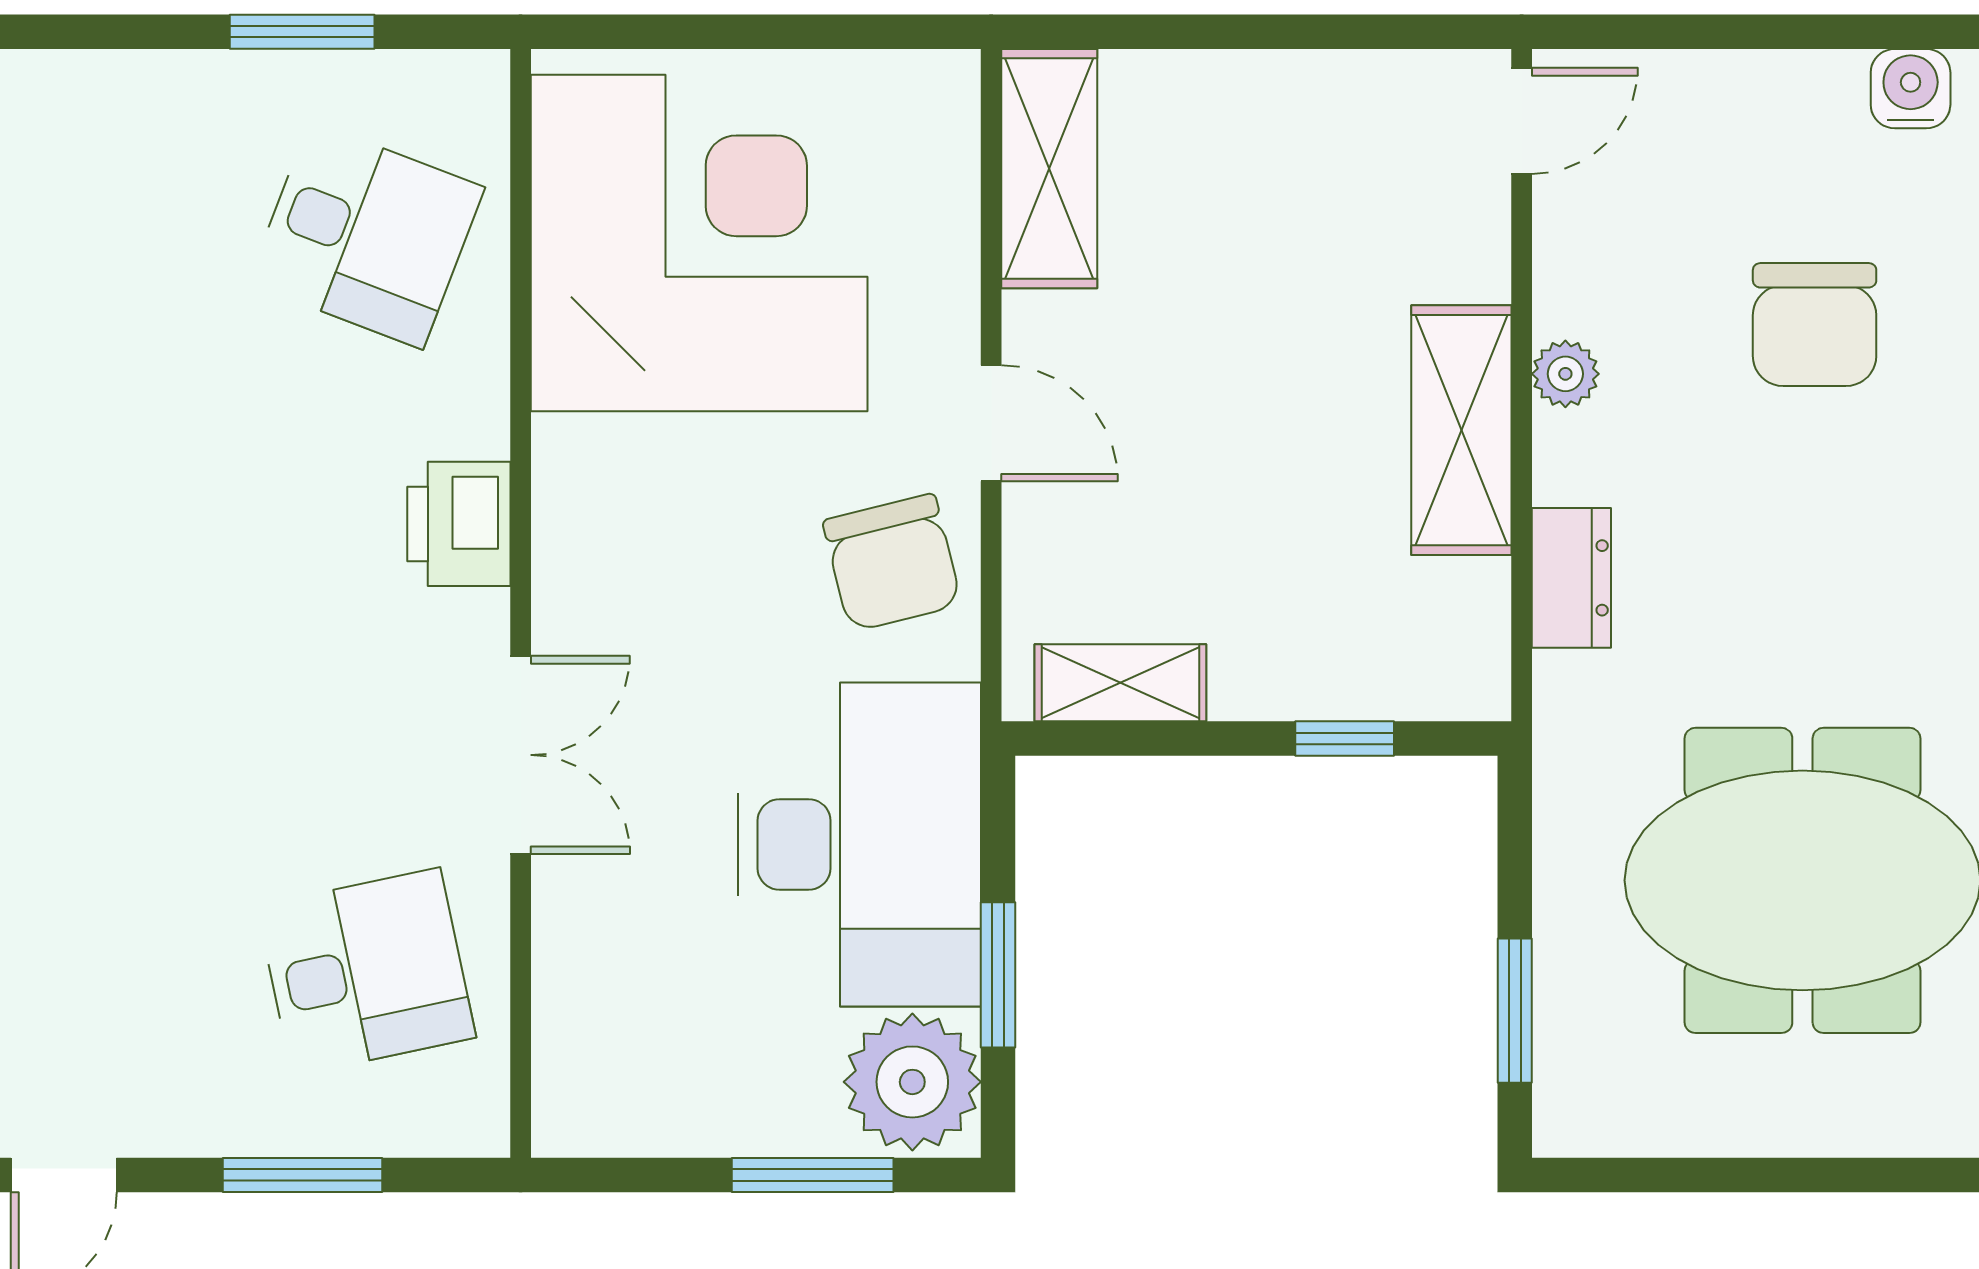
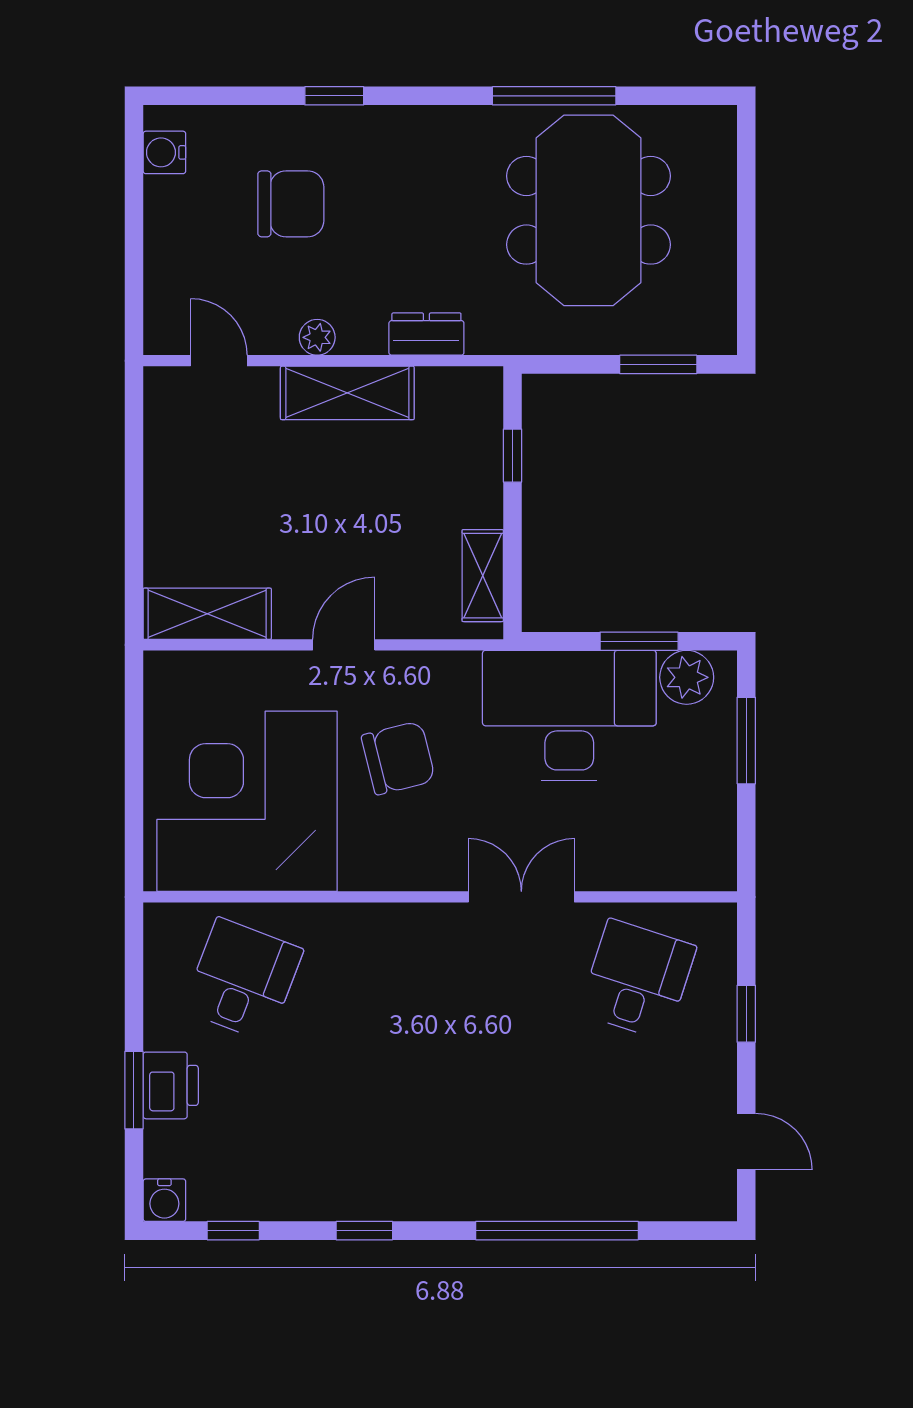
window: (302, 32) -> (134, 1090), moved
door: (1522, 121) -> (219, 361), moved
printer: (459, 524) -> (171, 1085), moved, turned -90
chair: (892, 563) -> (398, 758), moved
desk: (366, 972) -> (637, 980), turned 30
plant: (912, 1082) -> (687, 677), width x0.73, depth x0.73
window: (303, 1175) -> (746, 1014), width x0.67

